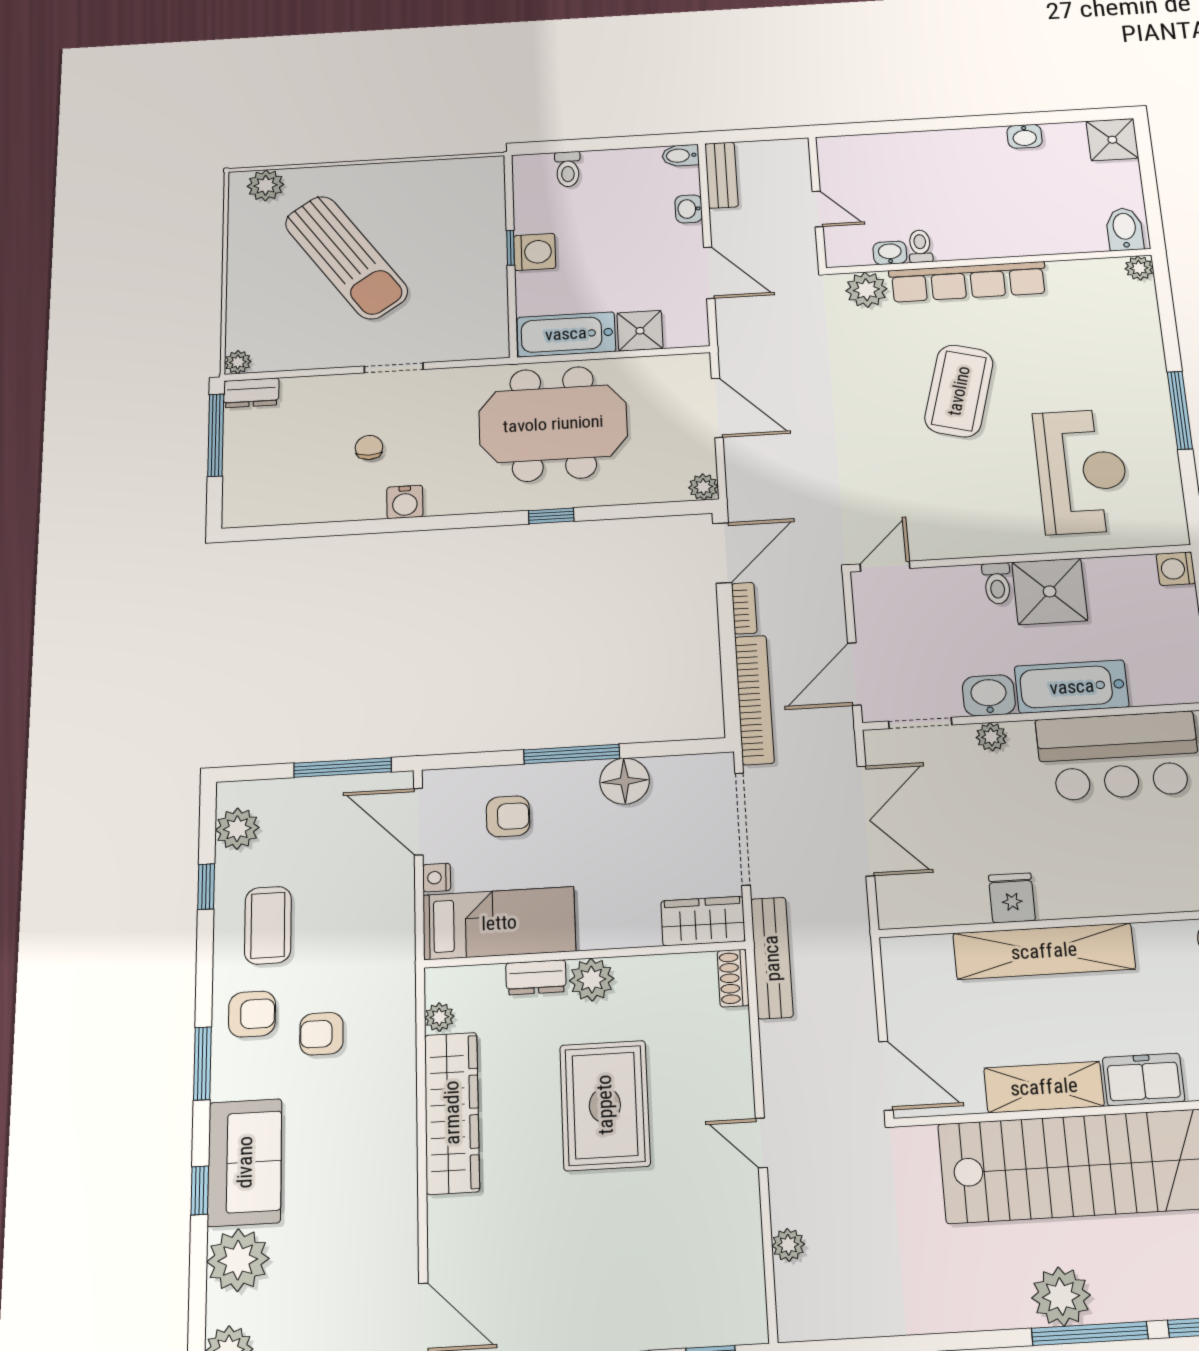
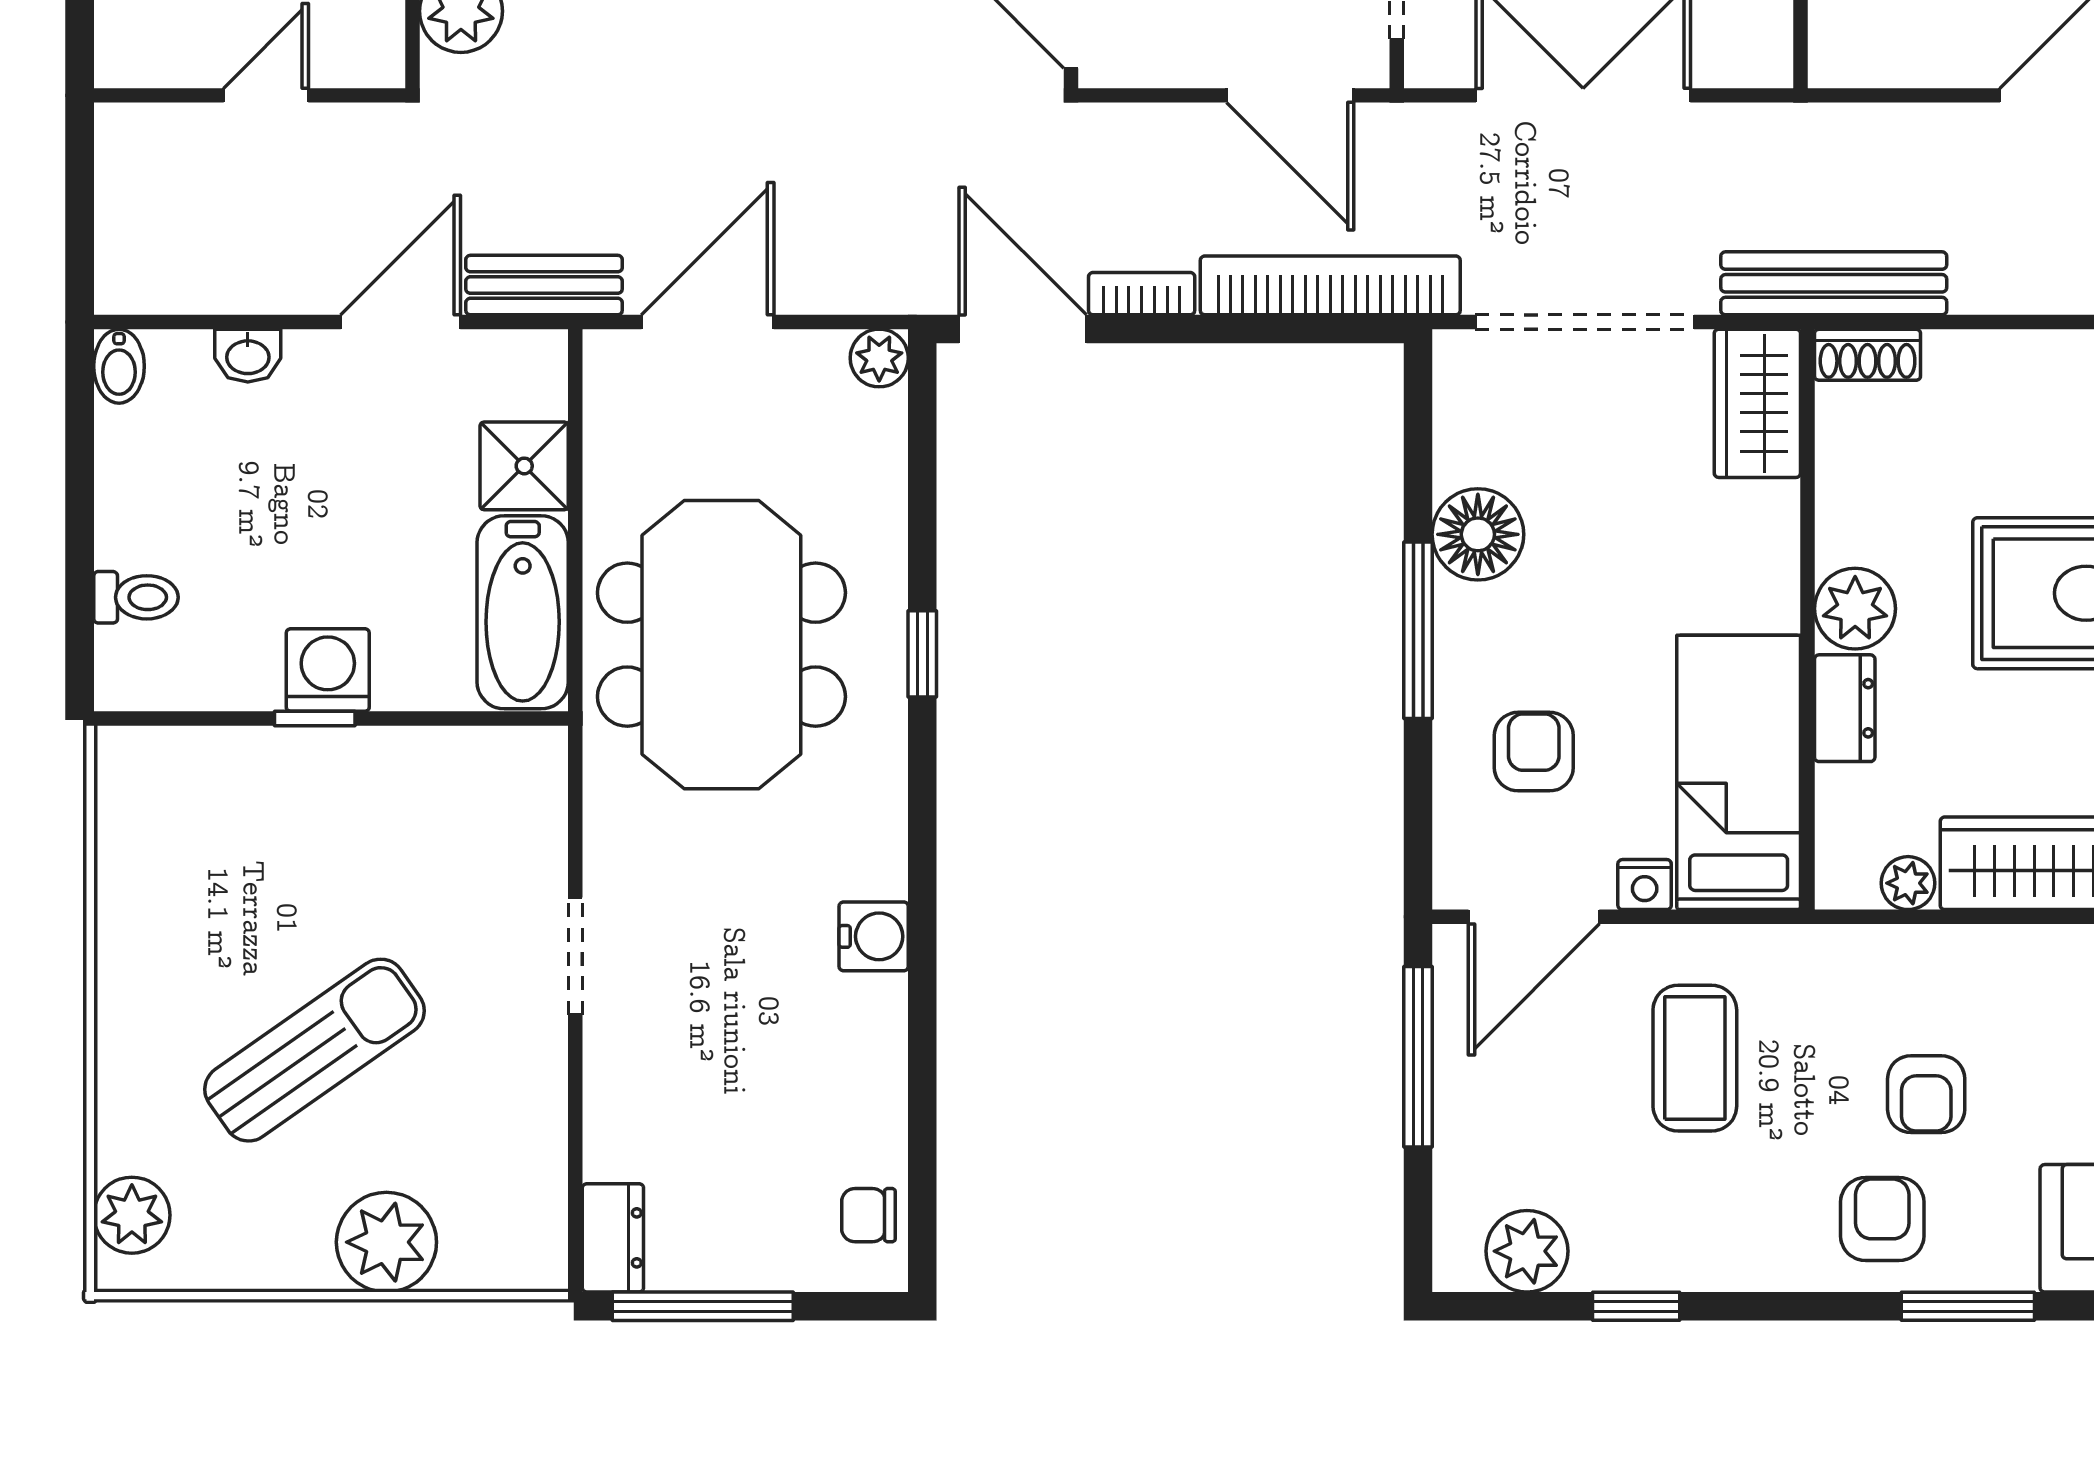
bench: (721, 175) -> (544, 285), moved
sun lounger: (346, 257) -> (315, 1050), width x0.73, depth x0.75
plant: (238, 362) -> (386, 1242), moved, width x1.87, depth x1.87
chair: (369, 447) -> (869, 1215), moved
coffee table: (268, 925) -> (1695, 1058), moved, turned 90

